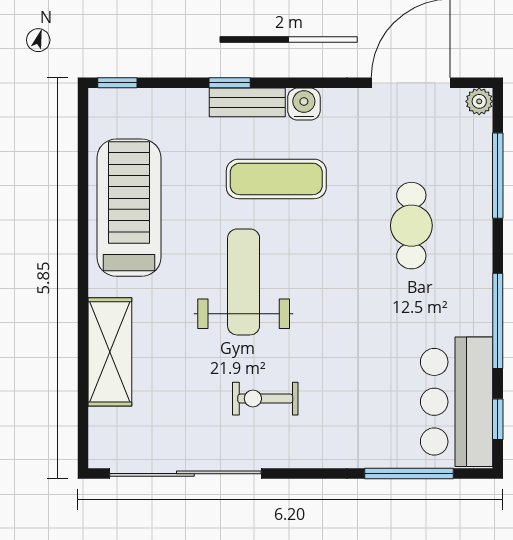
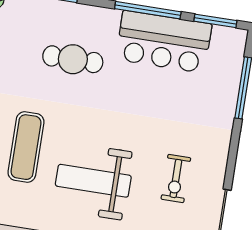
bar counter: (457, 402) -> (164, 42), moved
window: (498, 419) -> (215, 21), width x1.50

